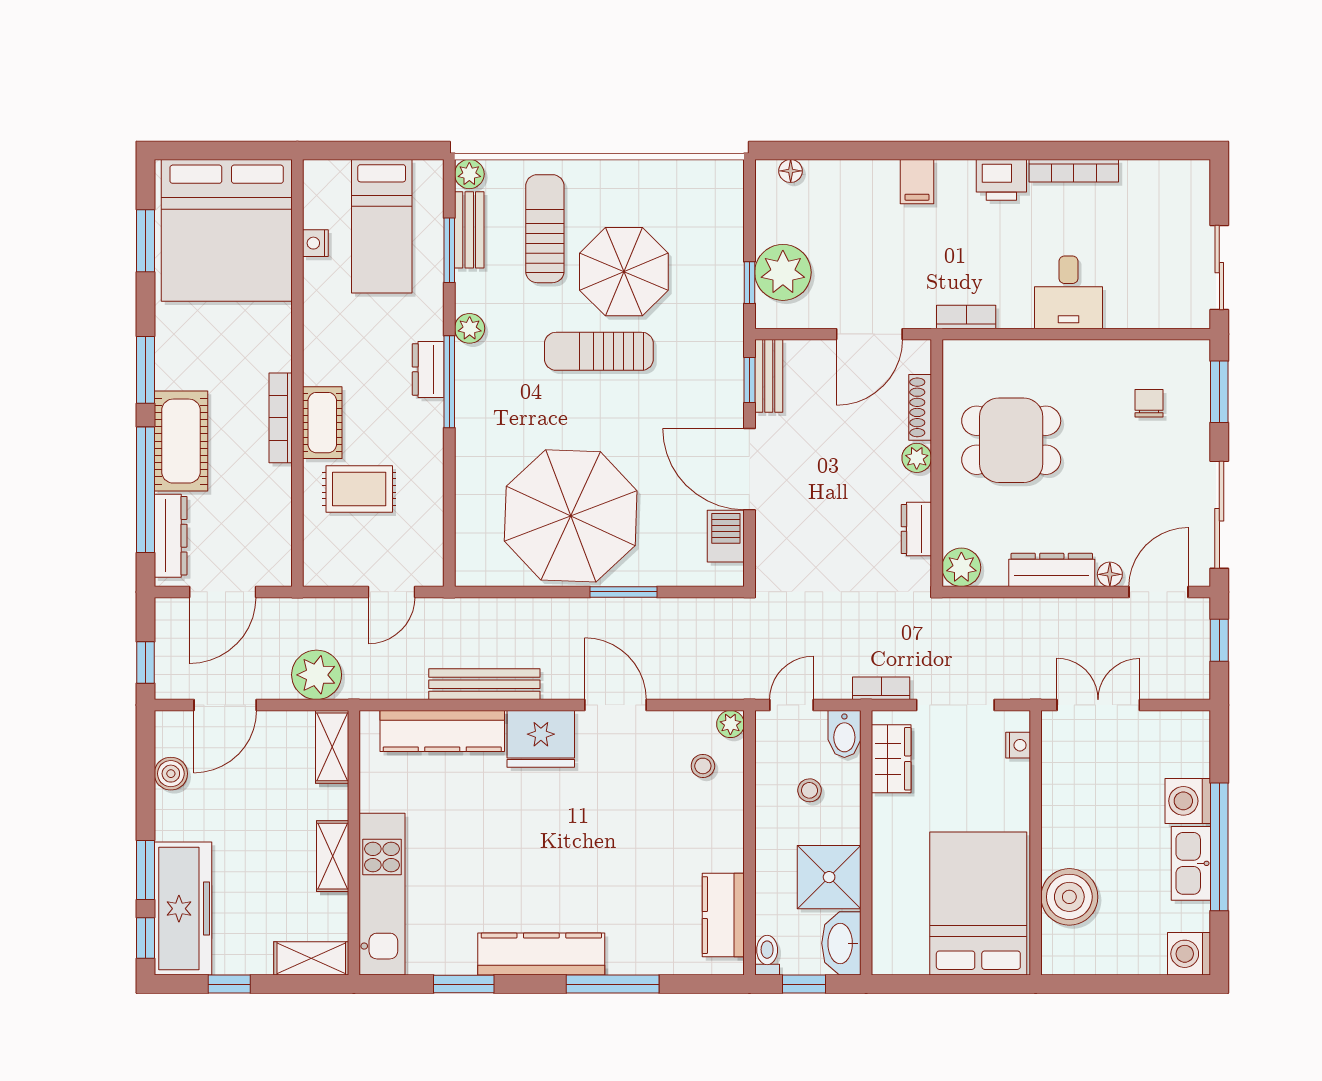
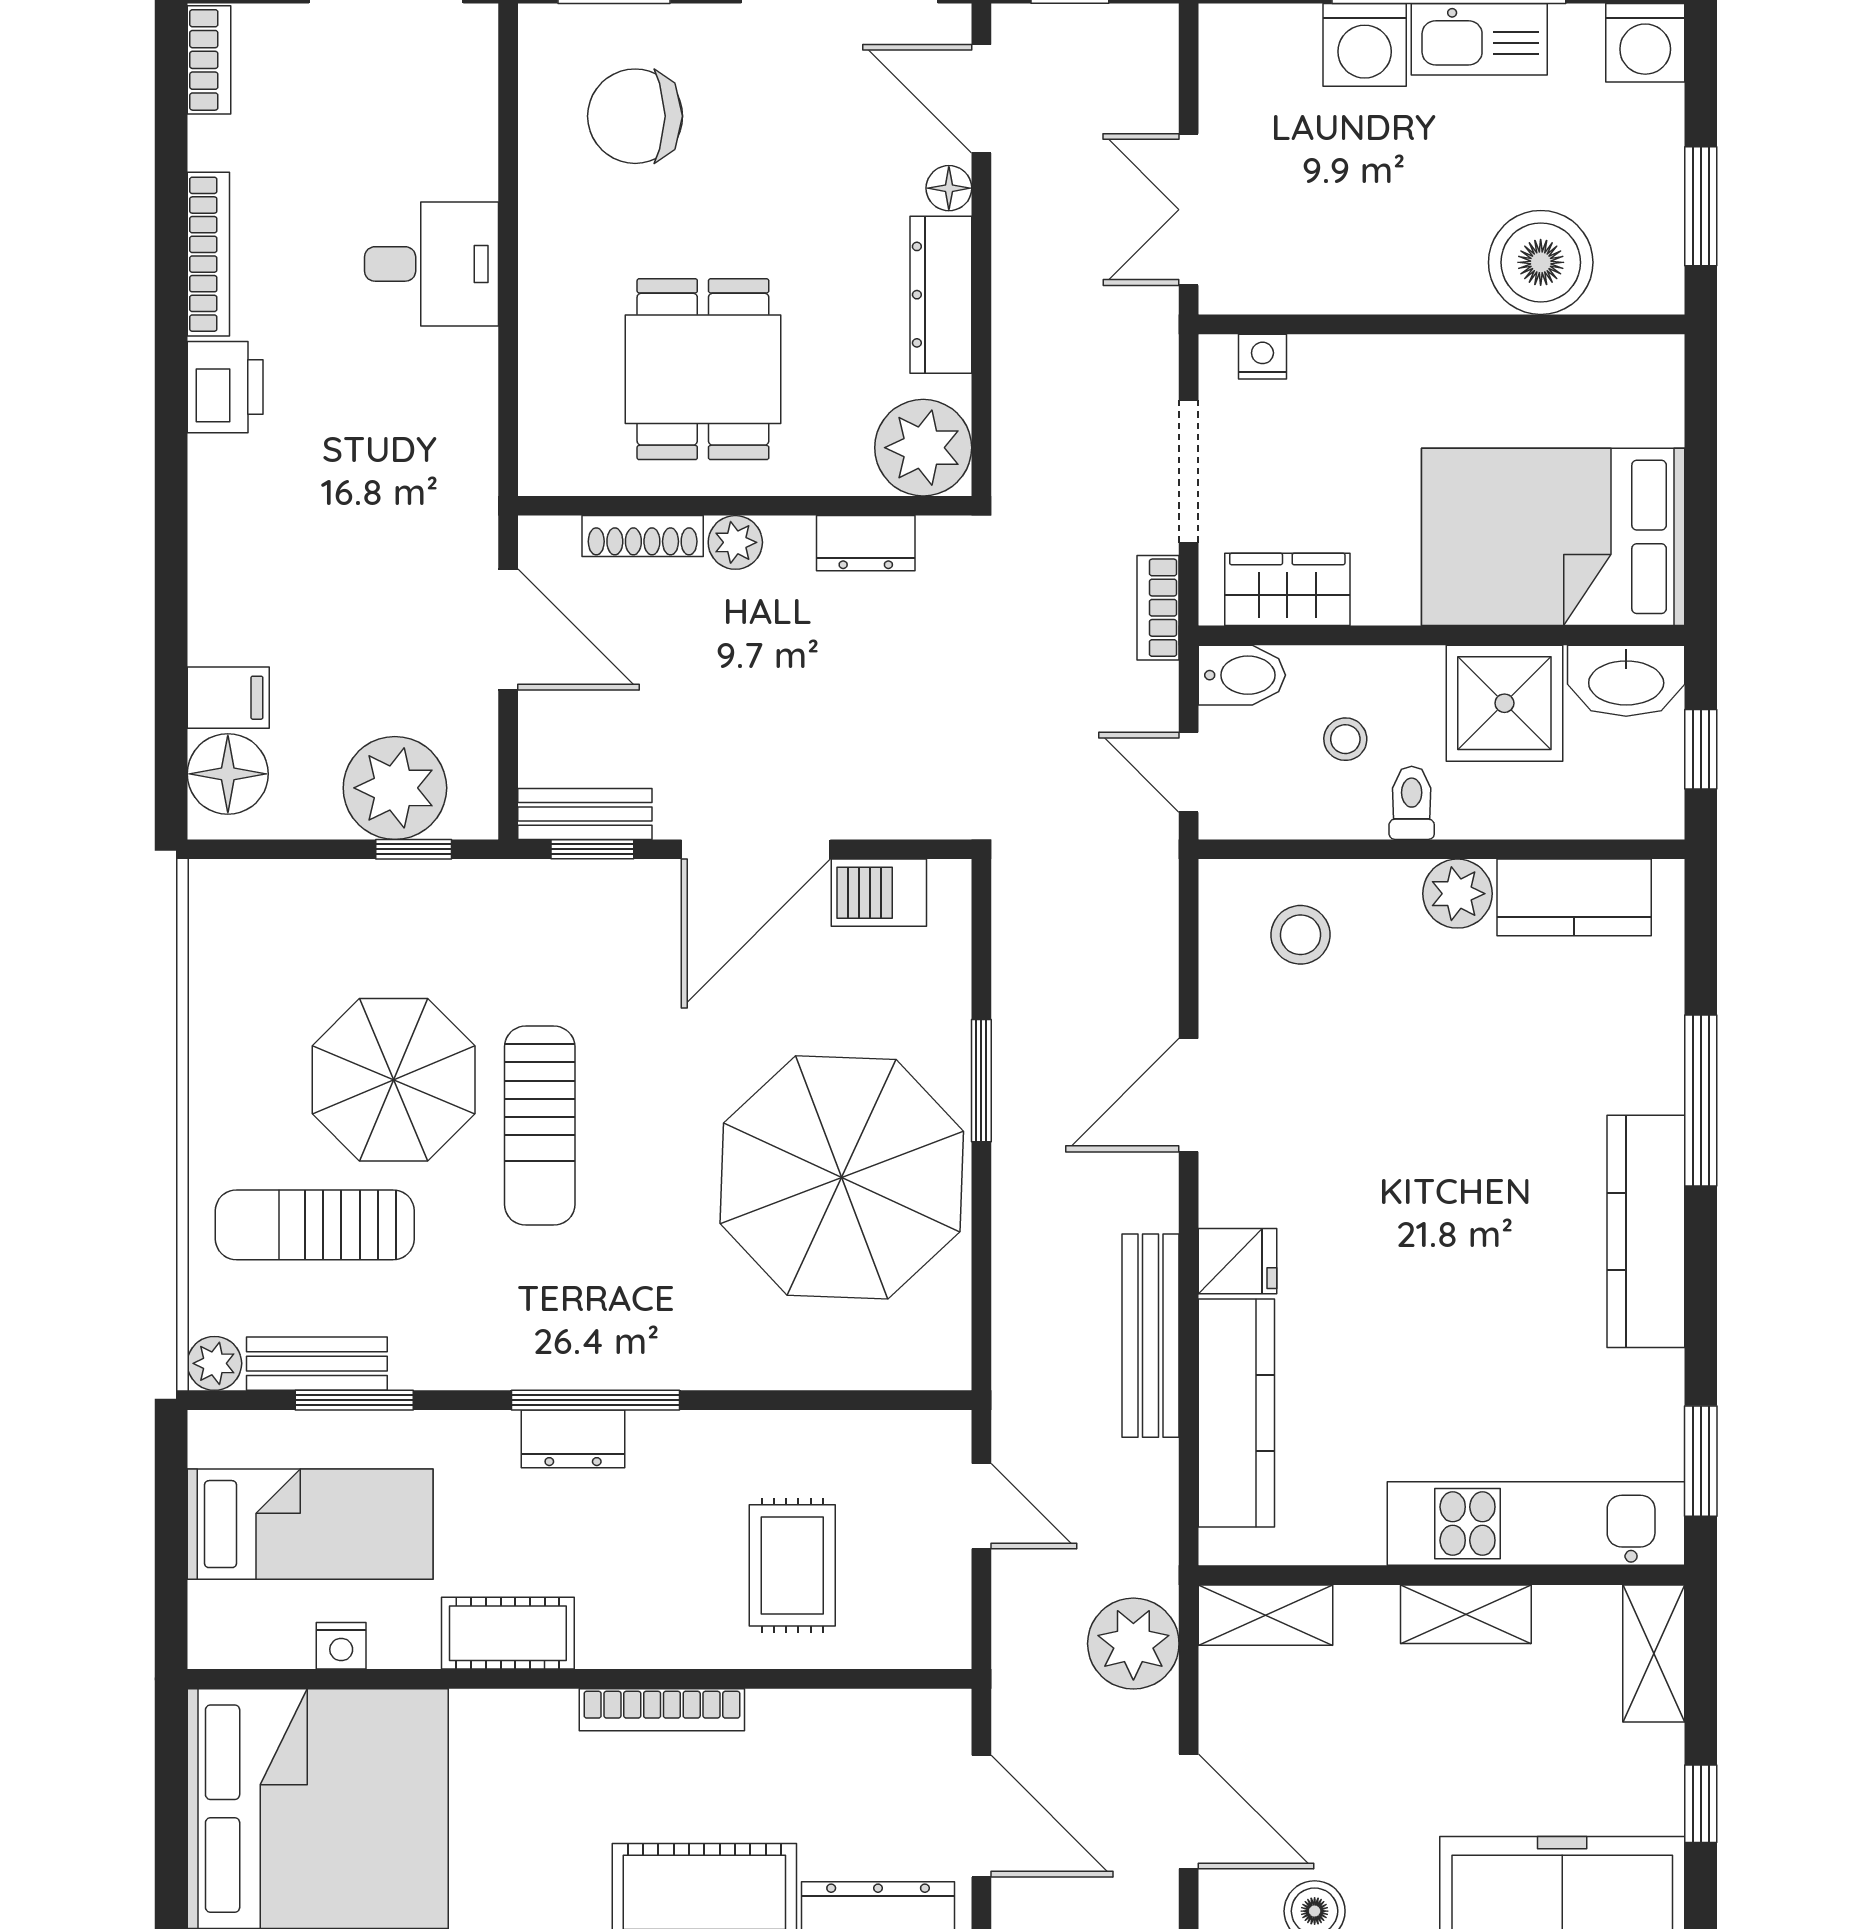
floor lamp: (791, 171) -> (228, 774), width x1.89, depth x1.89
filing cabinet: (917, 182) -> (228, 698), moved
bookcase: (966, 317) -> (209, 60), moved, turned 180
plant: (470, 328) -> (498, 1363), removed
chair: (1149, 403) -> (635, 116), width x1.87, depth x1.87
cot: (322, 423) -> (508, 1633), moved
plant: (961, 567) -> (923, 448), width x1.36, depth x1.36
plant: (730, 724) -> (1457, 894), moved, width x1.38, depth x1.38
fridge: (541, 739) -> (1237, 1261), width x0.53, depth x0.75
stool: (703, 766) -> (1301, 935), width x1.37, depth x1.37
bed: (978, 904) -> (1553, 537), moved
toilet: (767, 955) -> (1412, 803), moved, turned 90
window: (464, 984) -> (1701, 1461), moved
window: (1100, 984) -> (1701, 206), added

